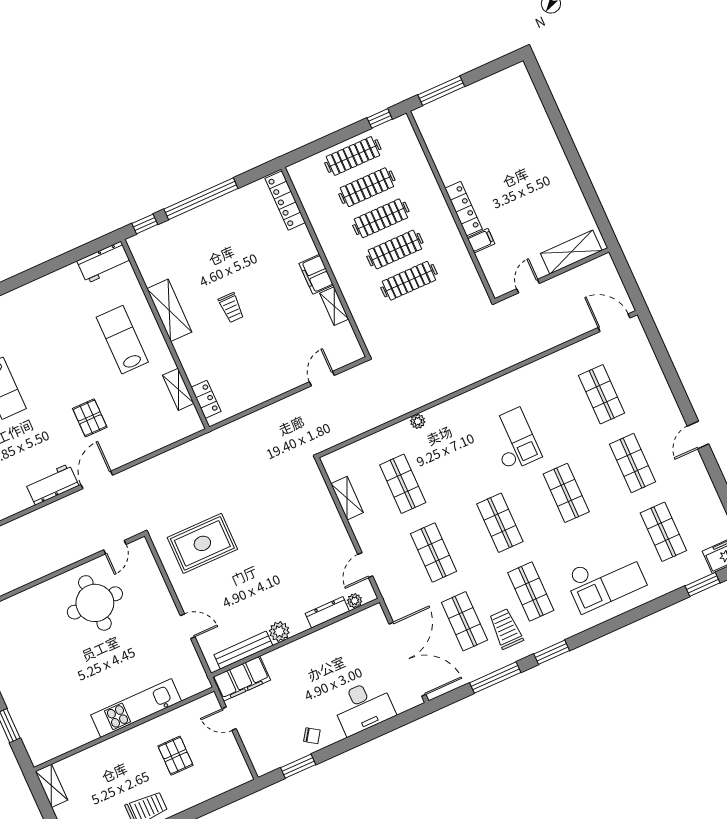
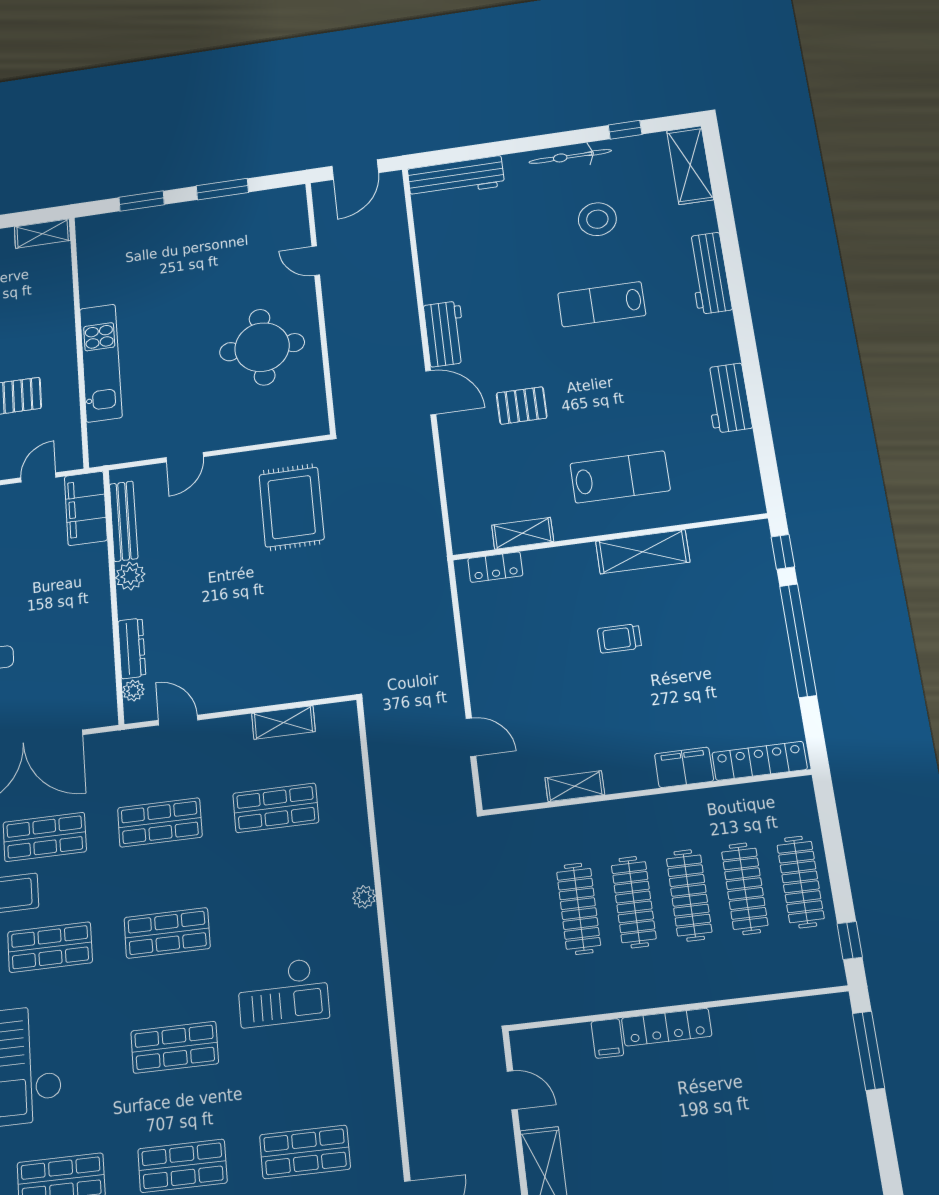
workbench: (104, 262) -> (728, 398), moved
filing cabinet: (316, 274) -> (684, 767), moved
plant: (418, 421) -> (364, 897), moved
door: (115, 547) -> (316, 261), moved

